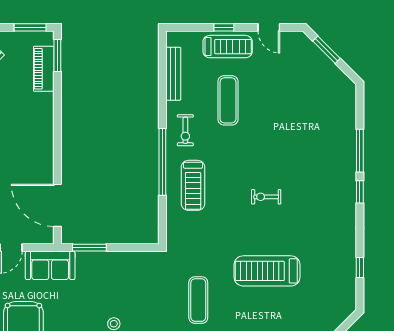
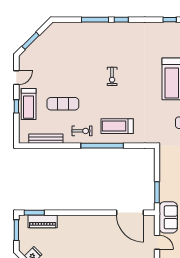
treadmill: (228, 47) -> (29, 104), turned 180
treadmill: (193, 185) -> (117, 126), turned 180
exercise bike: (266, 197) -> (112, 76), moved
door: (57, 205) -> (130, 213), hinge flipped

